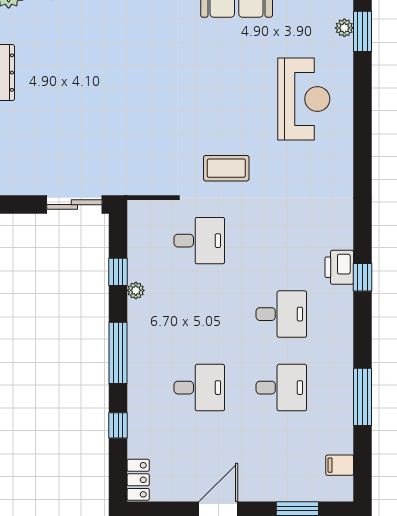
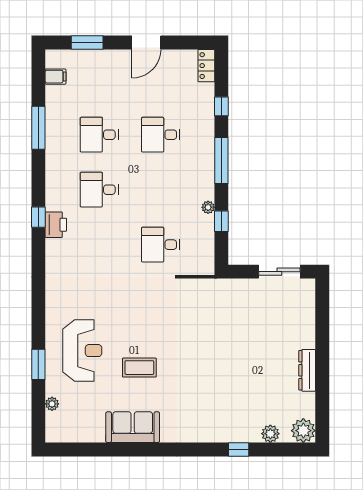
window: (363, 31) -> (38, 364), moved
reception desk: (304, 99) -> (82, 351), turned 180
coffee table: (226, 168) -> (139, 368), moved
sliding door: (74, 205) -> (279, 272), moved

